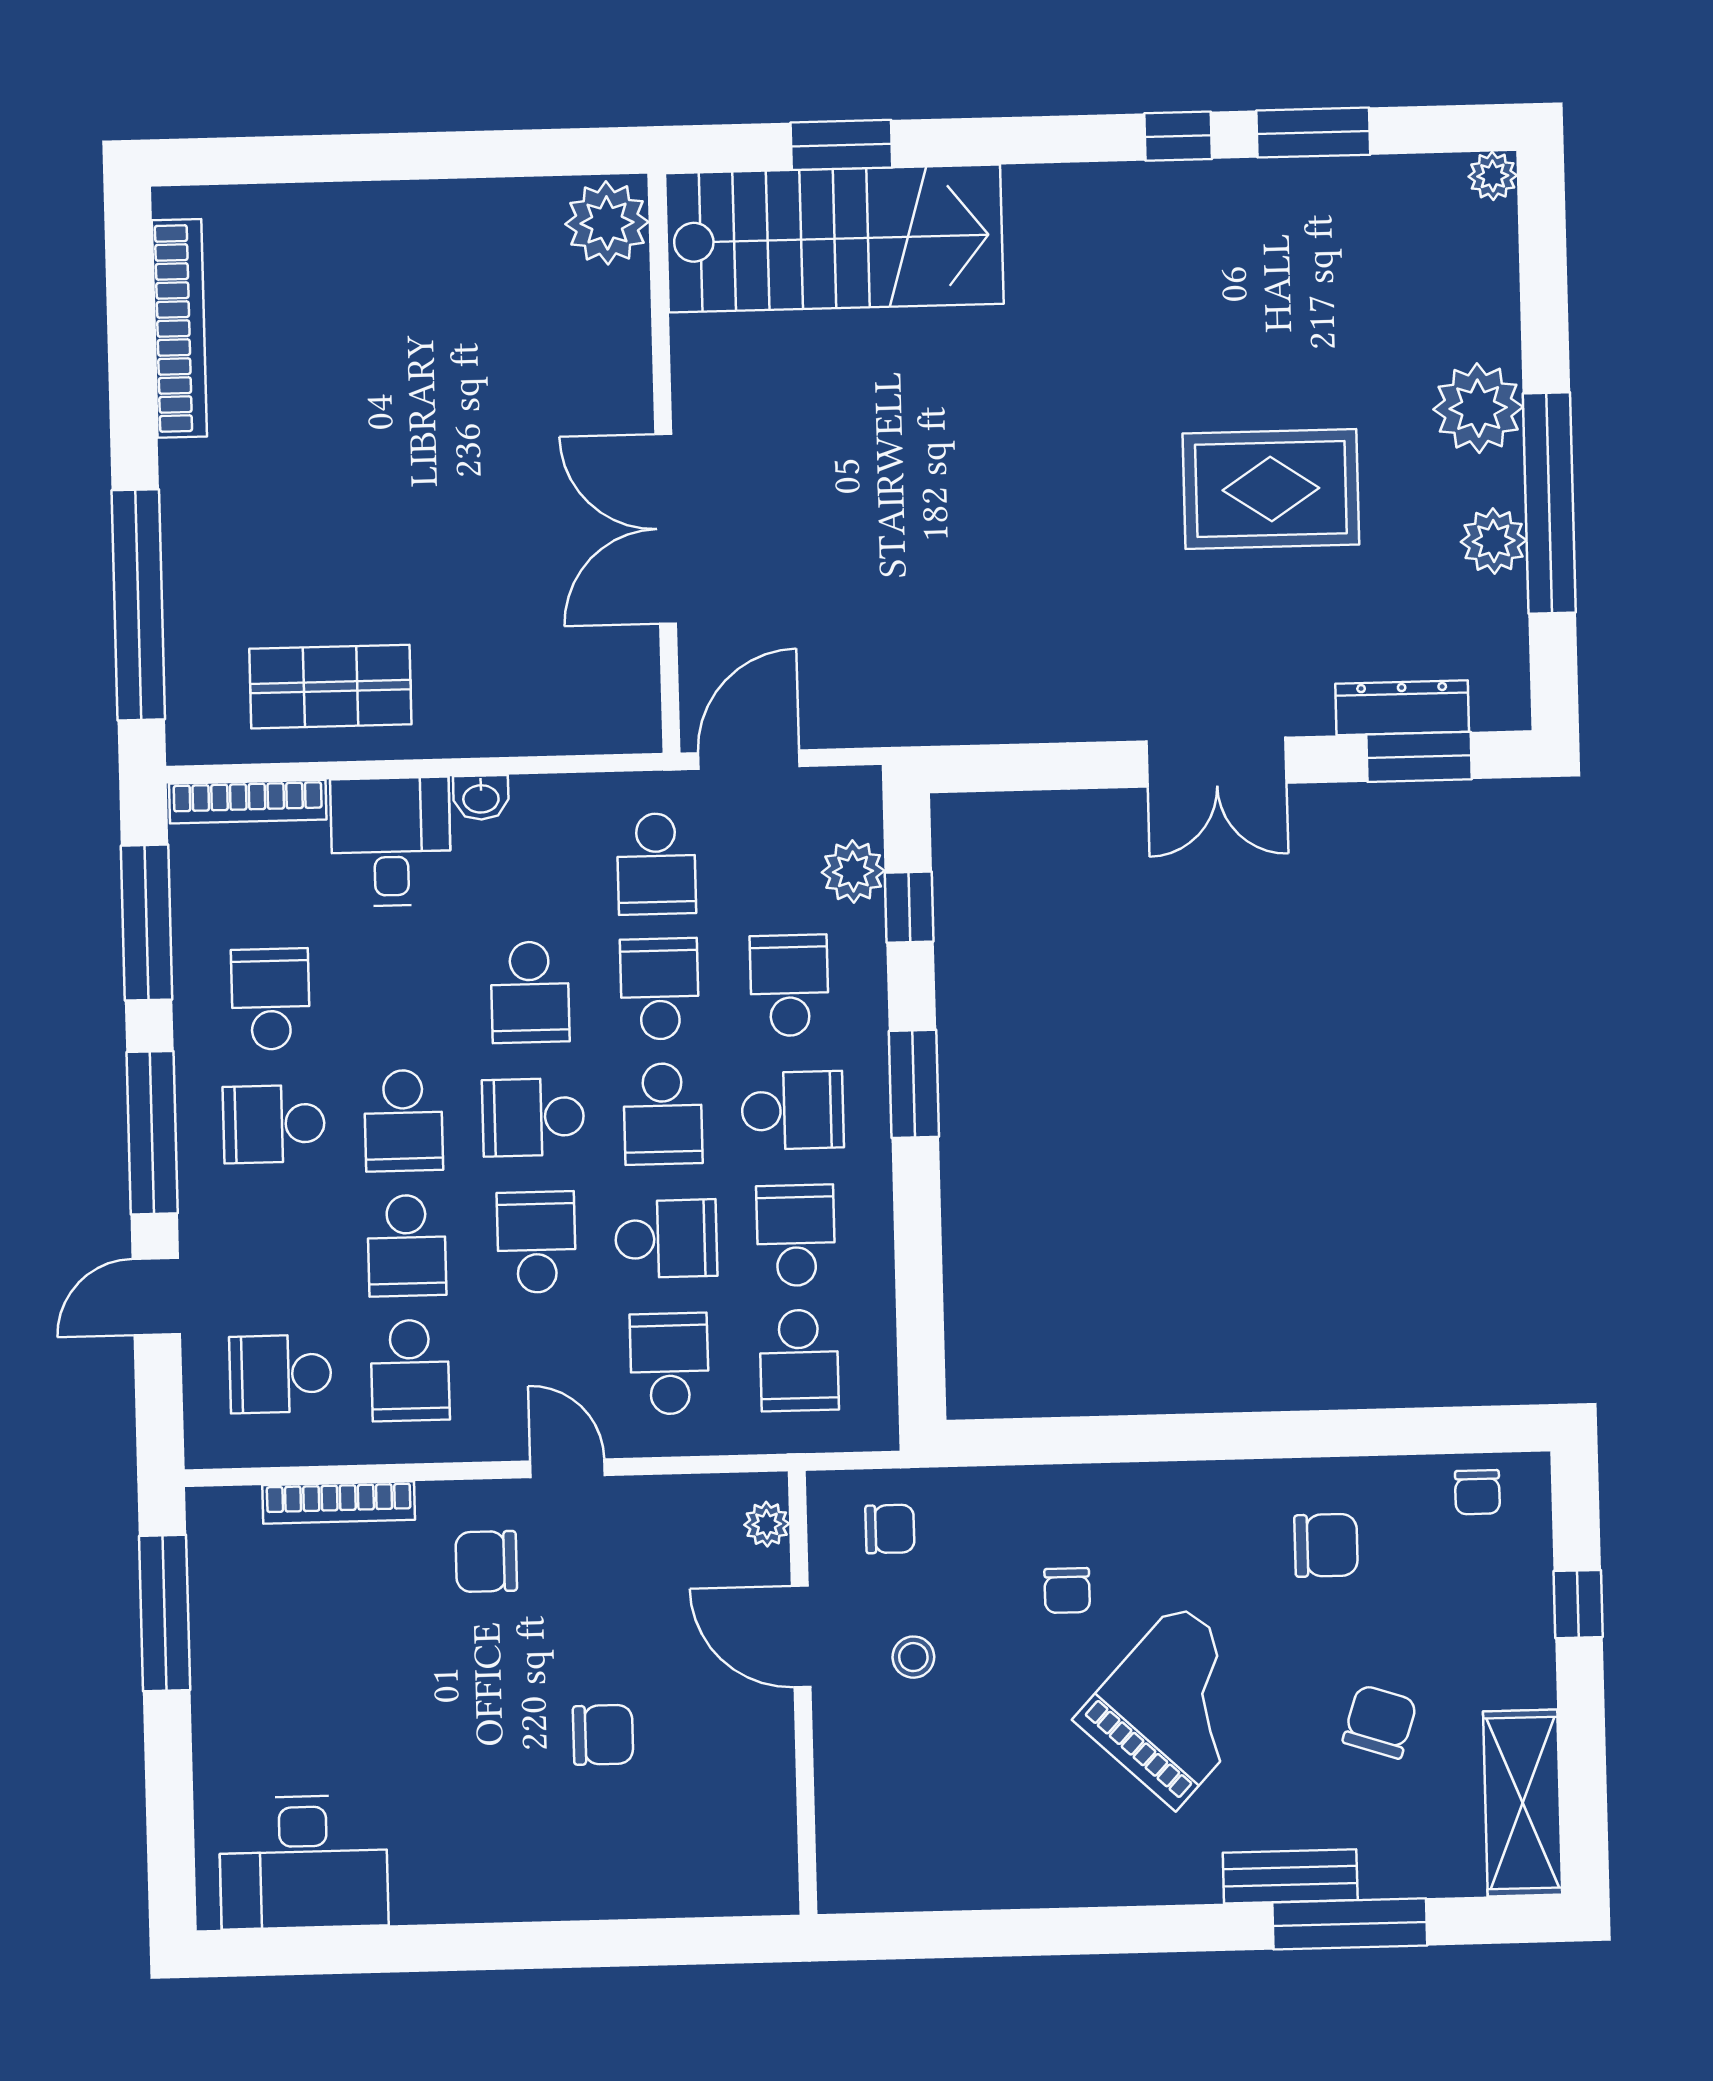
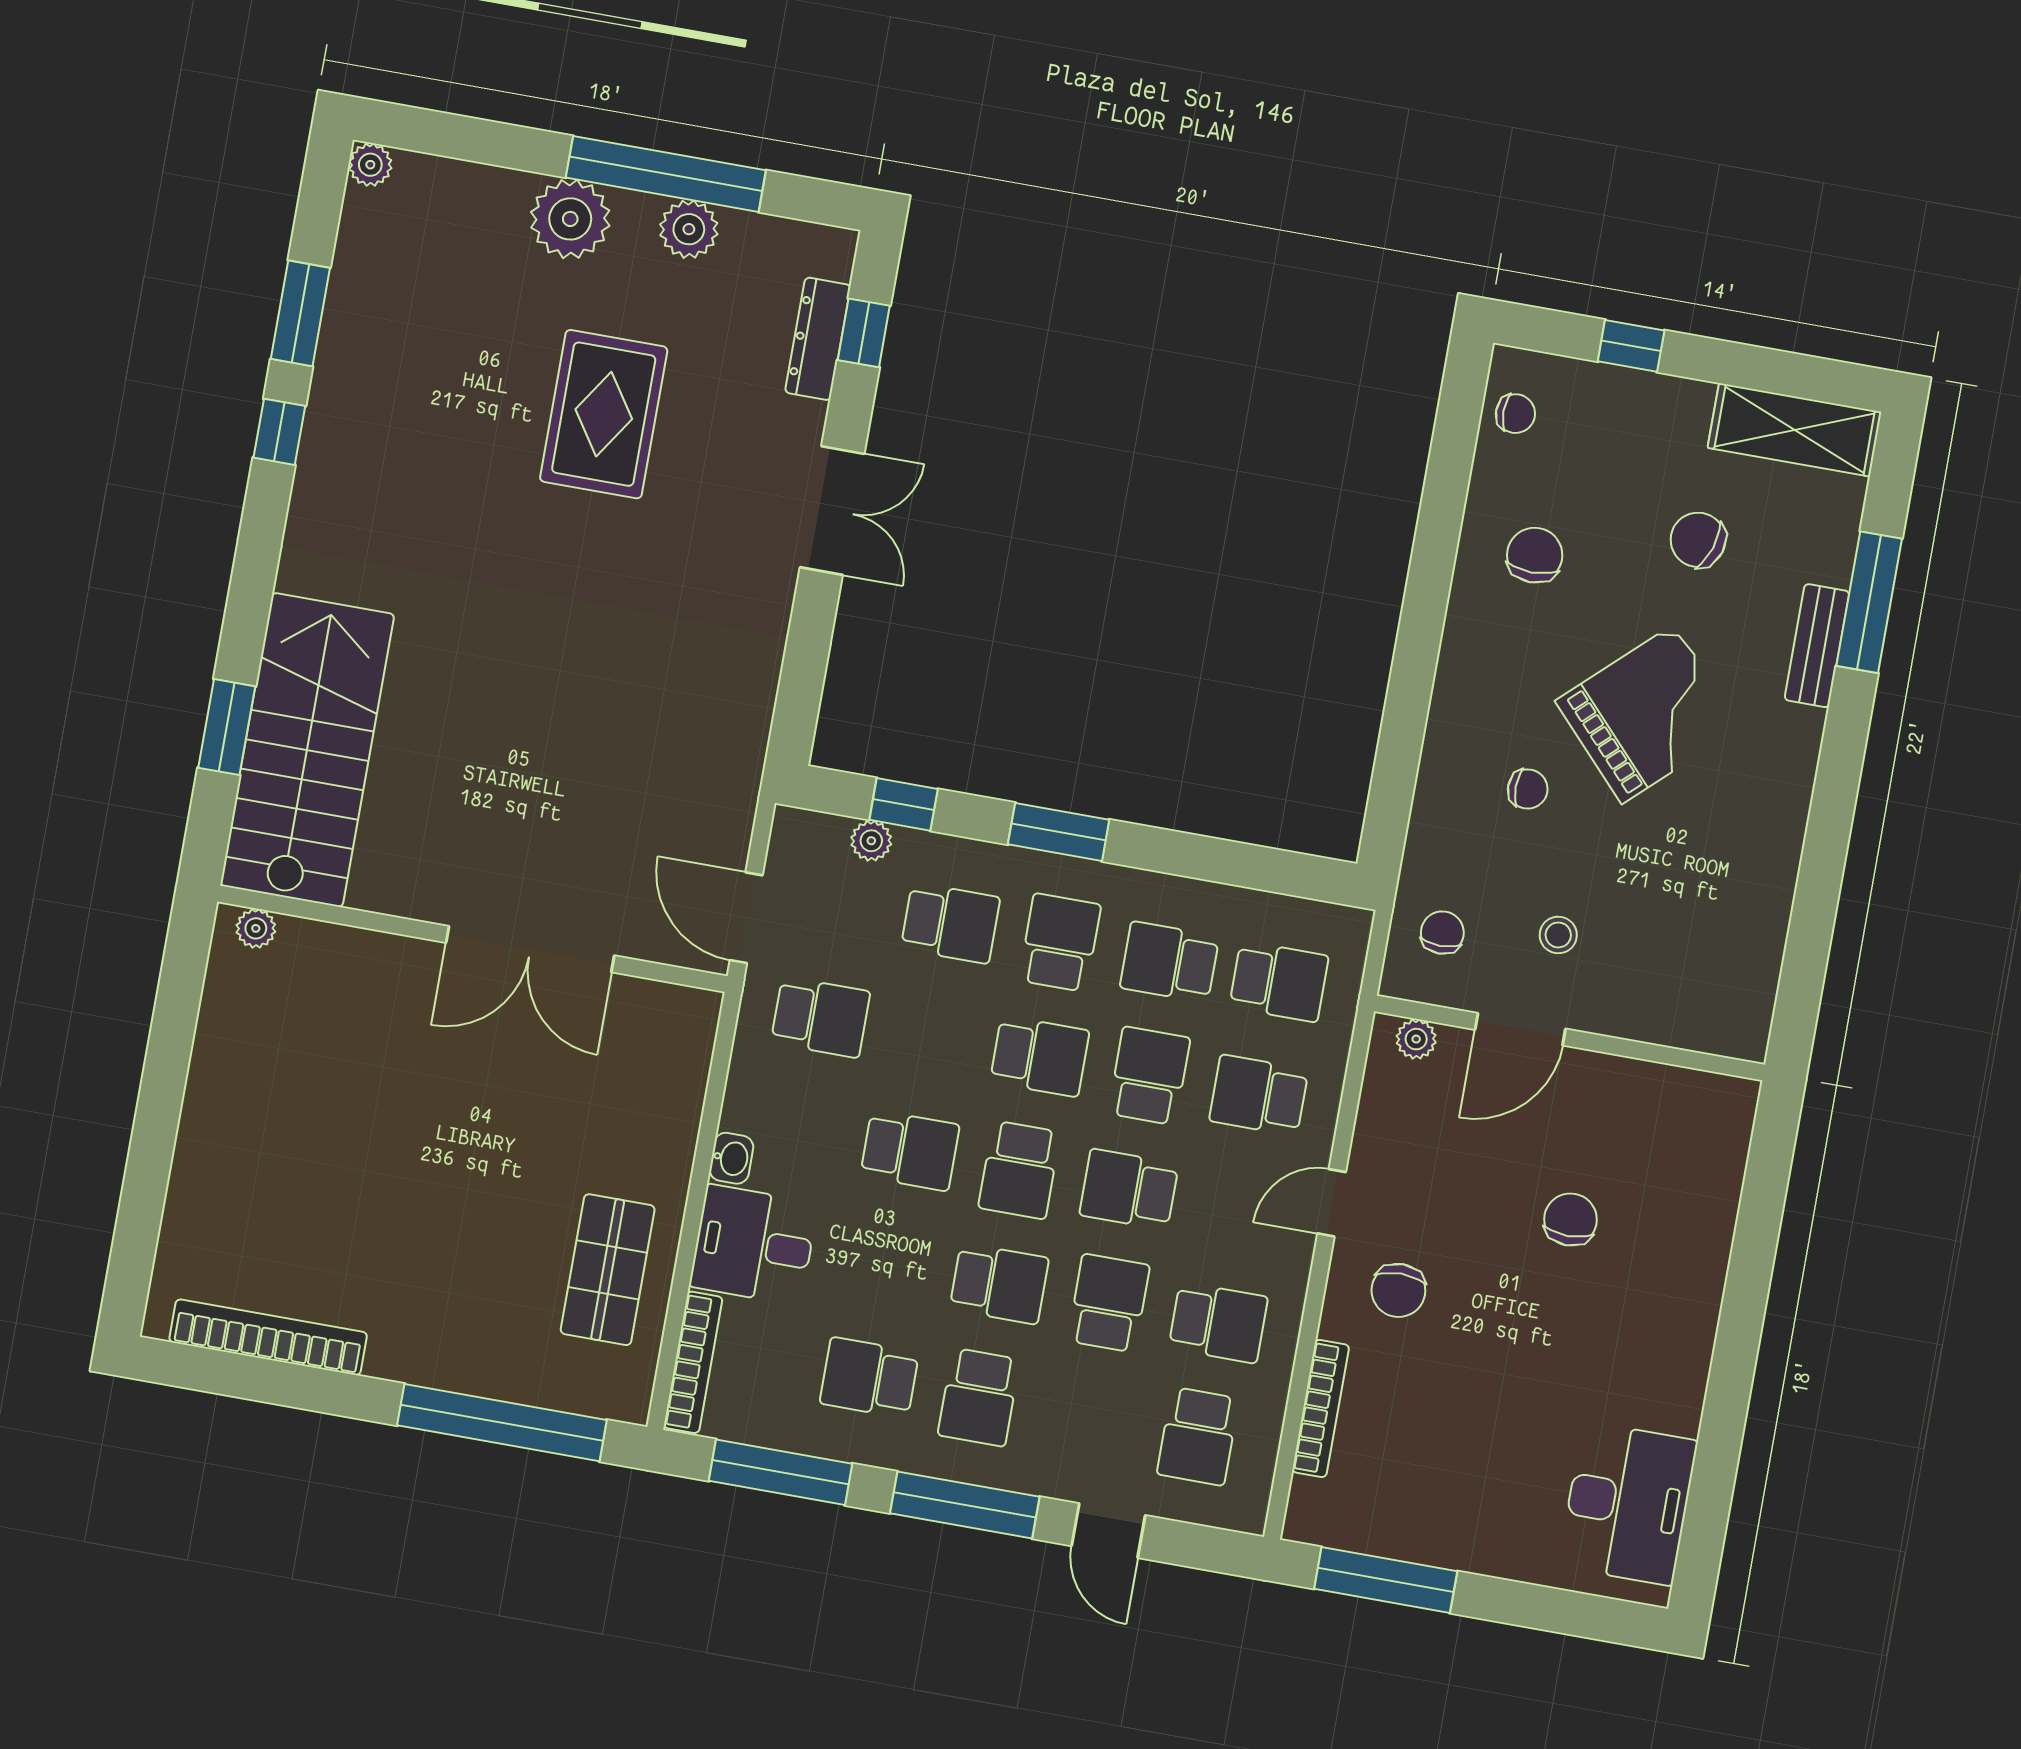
plant: (607, 223) -> (256, 928), width x0.53, depth x0.53
window: (1419, 757) -> (864, 333), width x0.67
plant: (853, 871) -> (871, 841), width x0.73, depth x0.73
school desk: (789, 985) -> (950, 923), turned 180
school desk: (660, 989) -> (930, 1037), removed
school desk: (407, 1246) -> (1109, 1303), turned -90
grand piano: (1177, 1706) -> (1648, 714), turned 94

